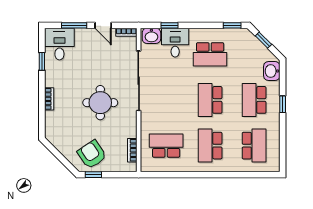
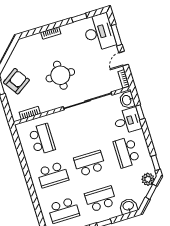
plant: (248, 40) -> (148, 179), added
desk: (59, 44) -> (99, 32), width x1.37
school desk: (210, 146) -> (53, 175), turned 180

